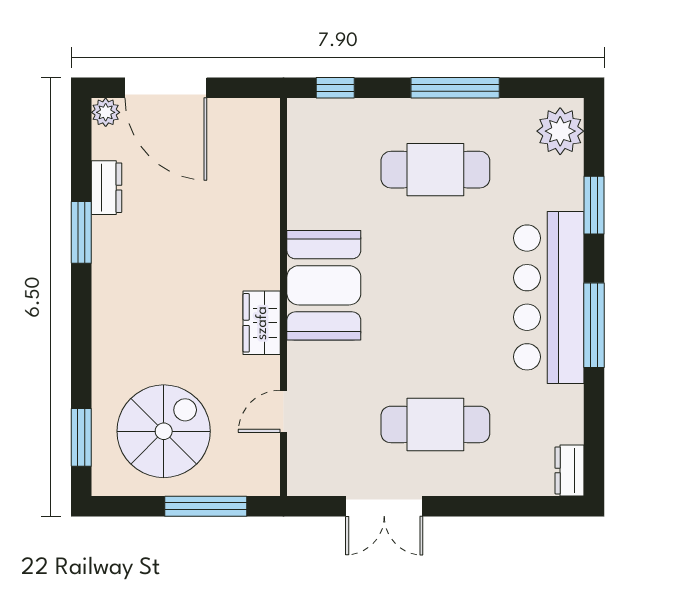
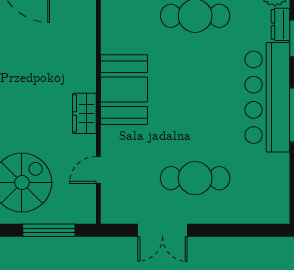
dresser: (569, 470) -> (281, 24), moved

